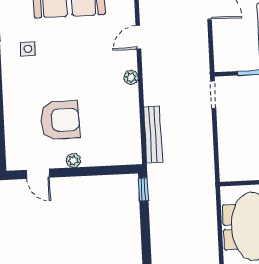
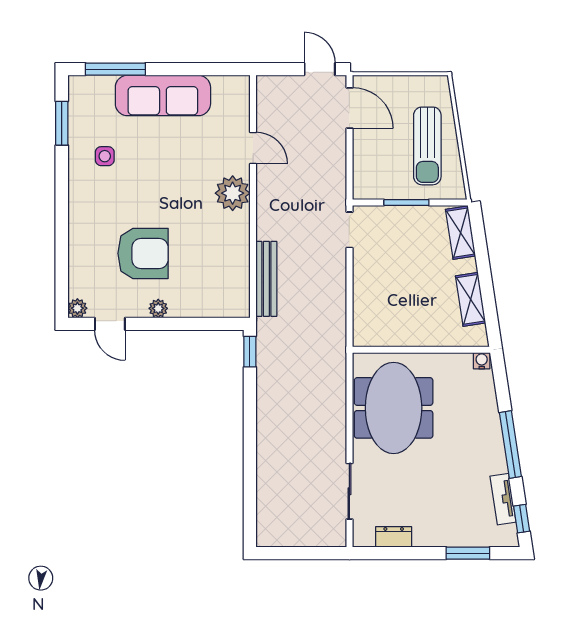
door: (138, 37) -> (253, 148), swing flipped
plant: (131, 78) -> (233, 193), width x1.87, depth x1.87
plant: (13, 163) -> (77, 308), added

